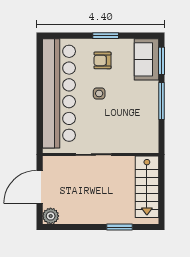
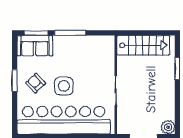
armchair: (102, 60) -> (36, 83), turned 137
side table: (99, 93) -> (64, 86), width x1.87, depth x1.87

